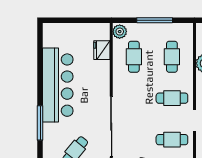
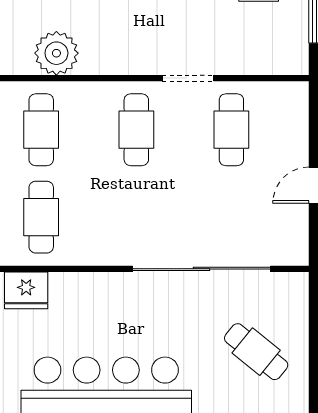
cafe table: (134, 57) -> (41, 217), turned 90
cafe table: (172, 57) -> (41, 130), turned 90

